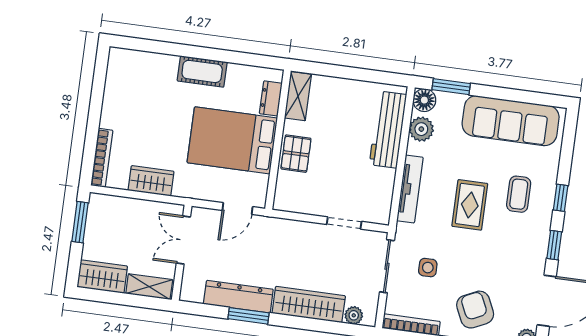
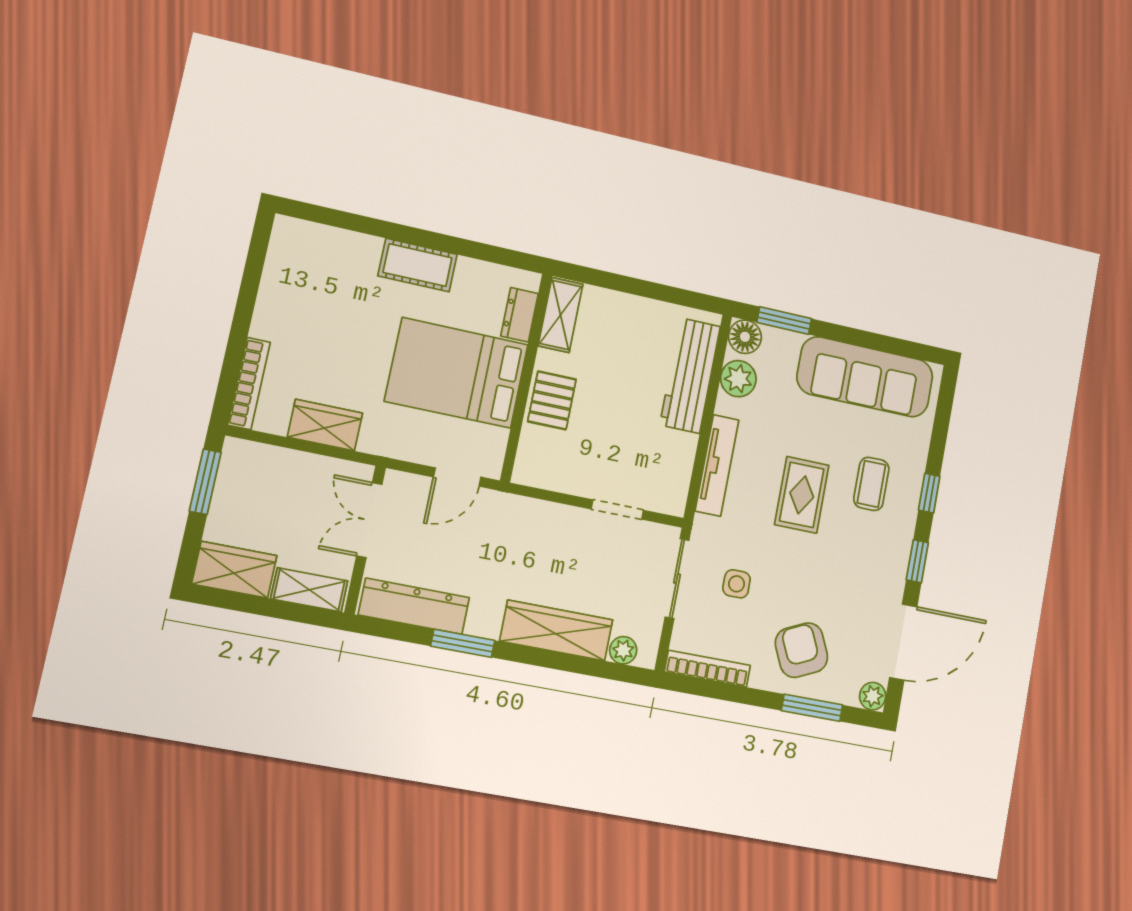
dresser: (238, 297) -> (414, 606), moved

